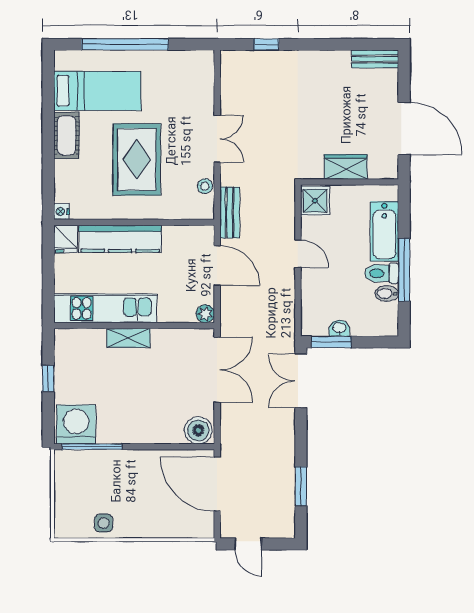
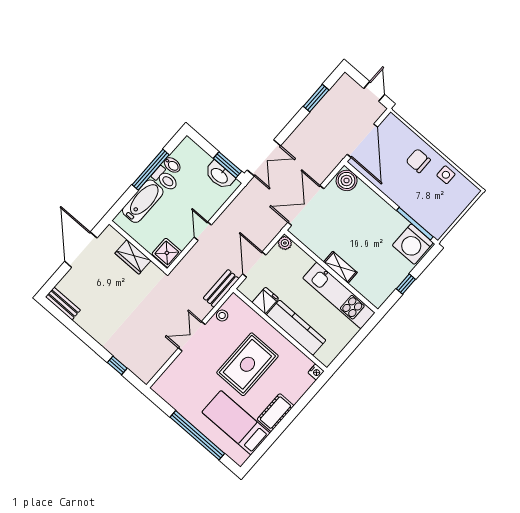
fridge: (66, 239) -> (265, 300), moved
washbasin: (339, 328) -> (220, 175), width x1.91, depth x1.45
chair: (144, 513) -> (418, 161), added

